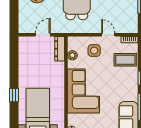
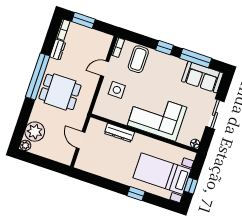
dresser: (60, 49) -> (119, 133), moved
plant: (72, 55) -> (114, 115), removed

